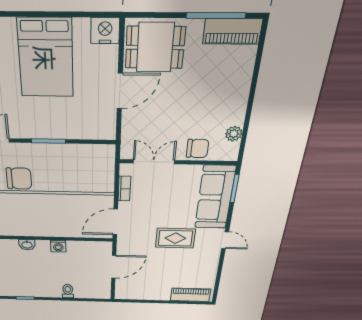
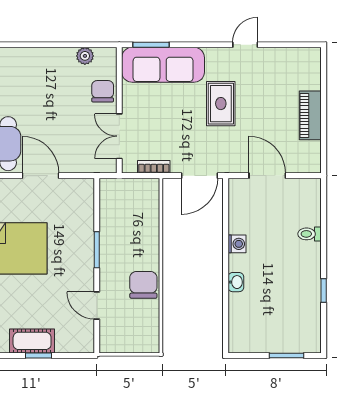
door: (115, 222) -> (200, 176), hinge flipped
door: (225, 240) -> (245, 45), moved
piano: (190, 295) -> (310, 115), moved

